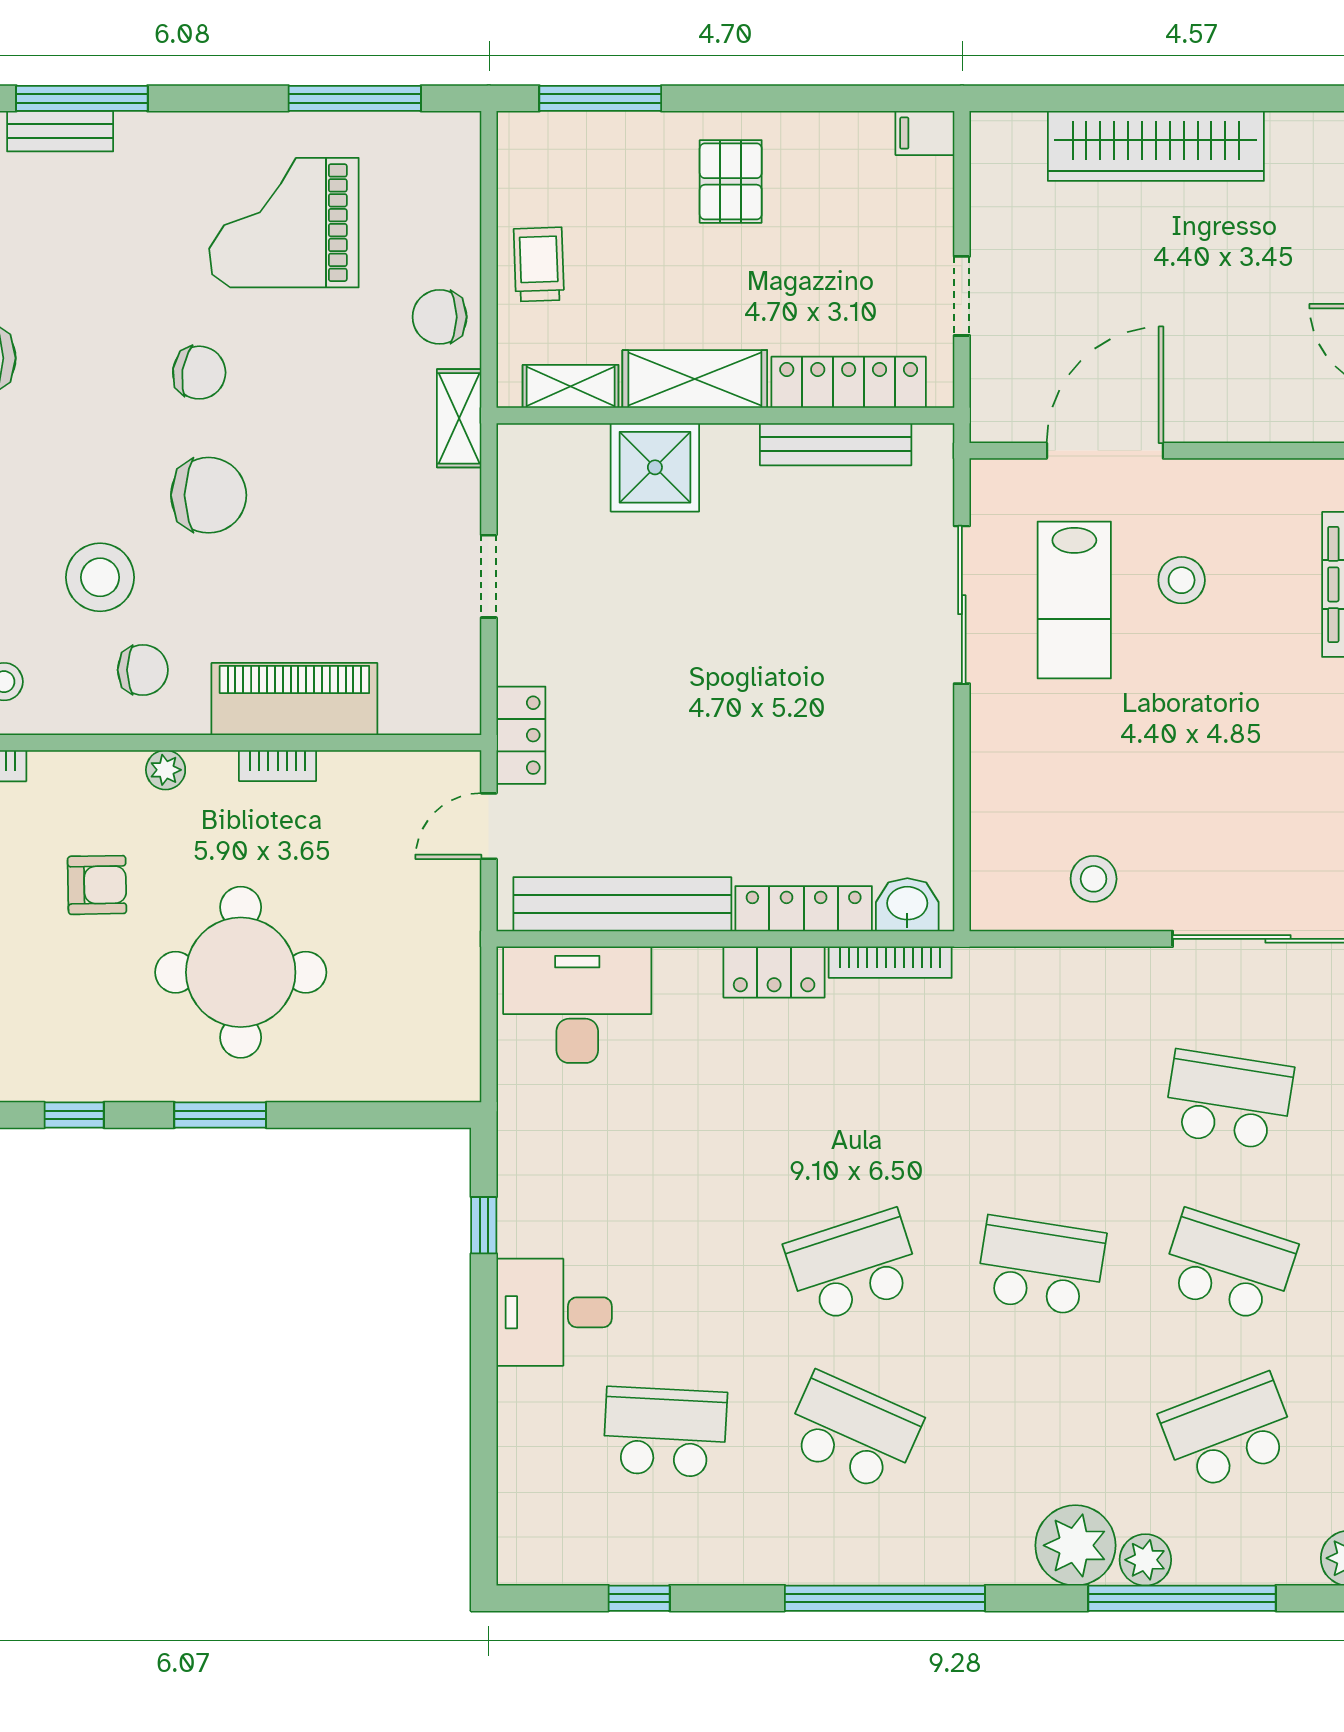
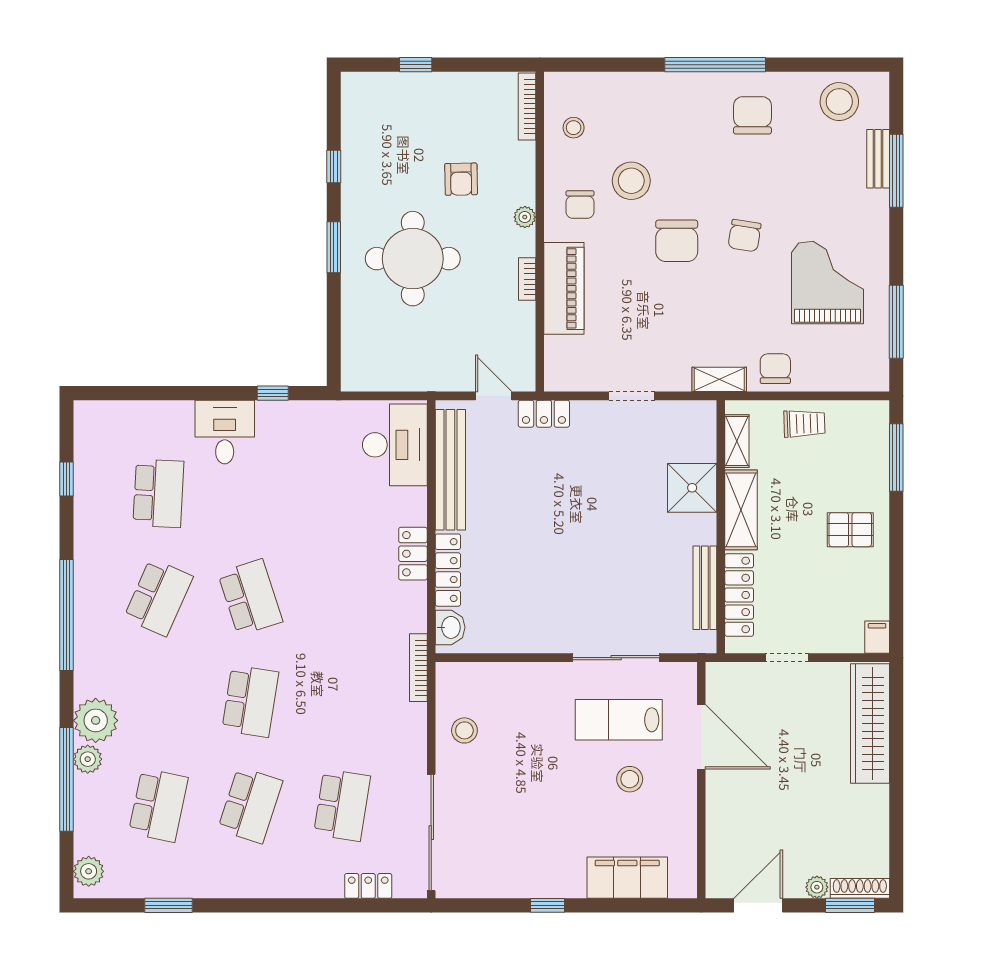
wardrobe: (1156, 146) -> (870, 724), moved
bookcase: (890, 962) -> (418, 668), moved
school desk: (1229, 1432) -> (158, 805), turned 33

